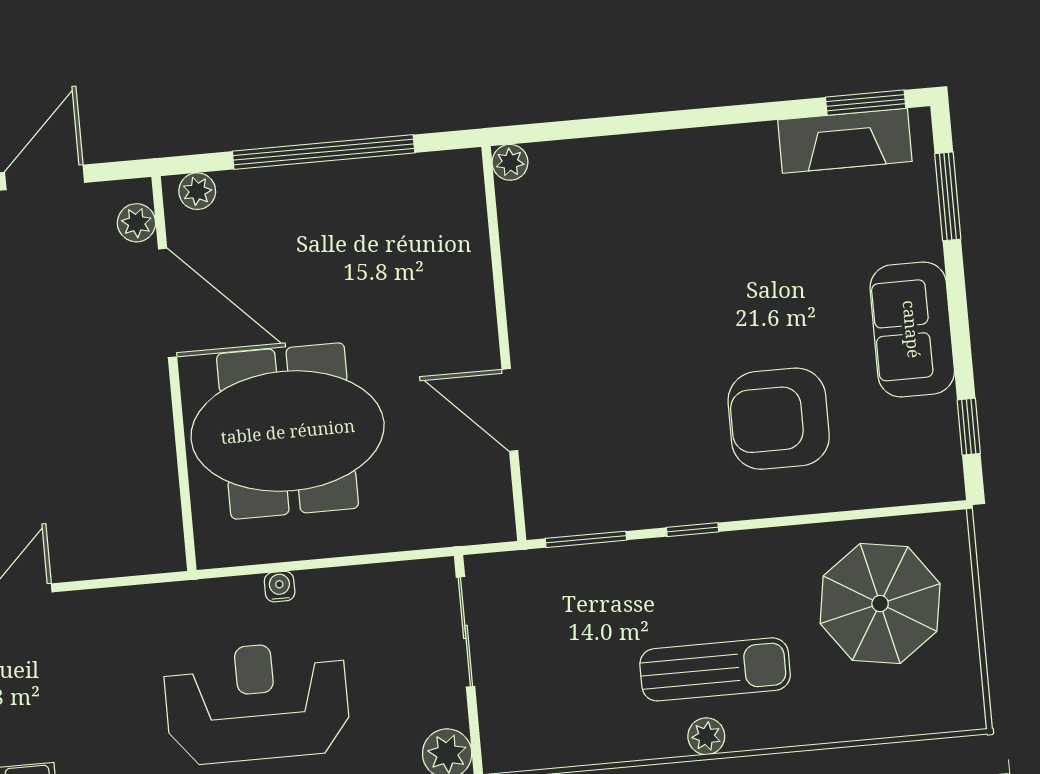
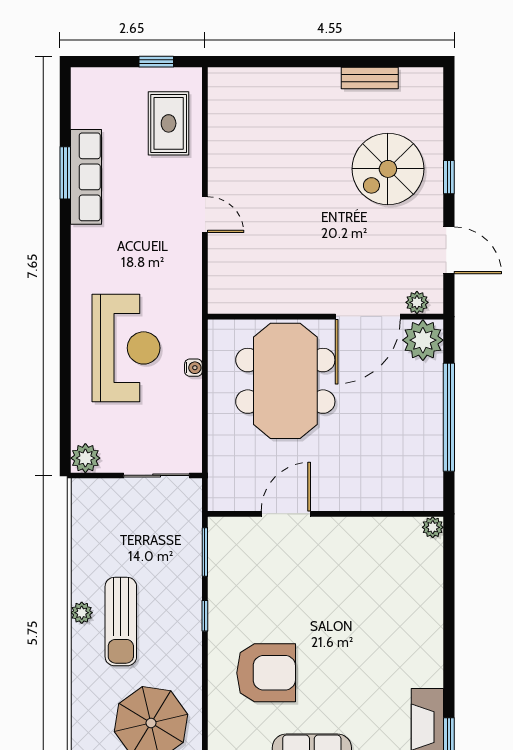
plant: (197, 191) -> (423, 340), width x1.87, depth x1.87
armchair: (779, 419) -> (266, 673), turned 90

